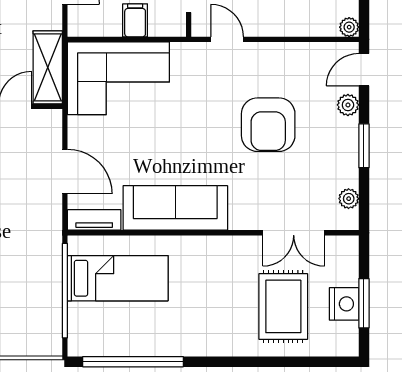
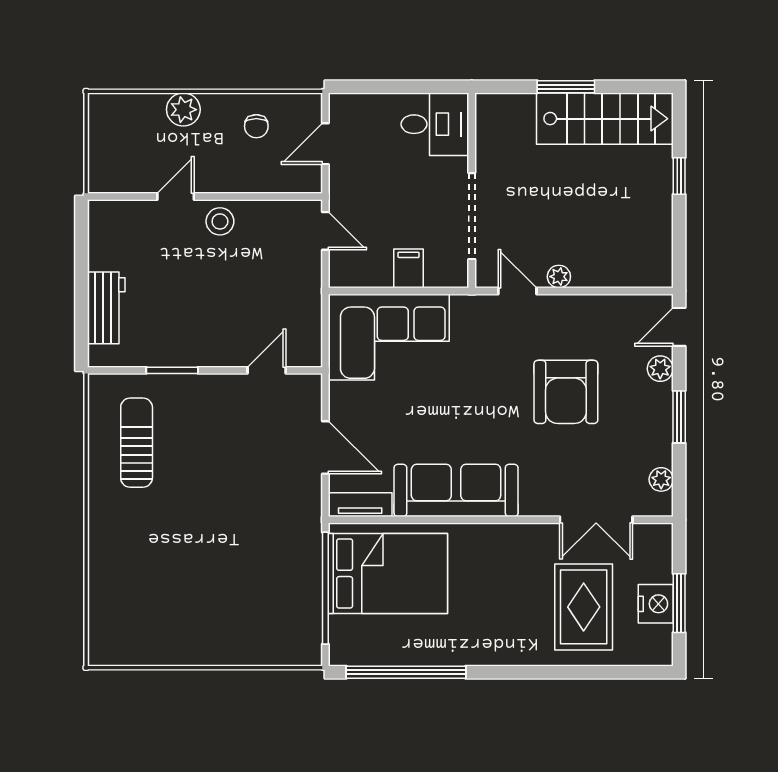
plant: (349, 27) -> (559, 277), moved
shelving: (48, 67) -> (305, 324), removed
bed: (118, 278) -> (388, 573), width x1.50

